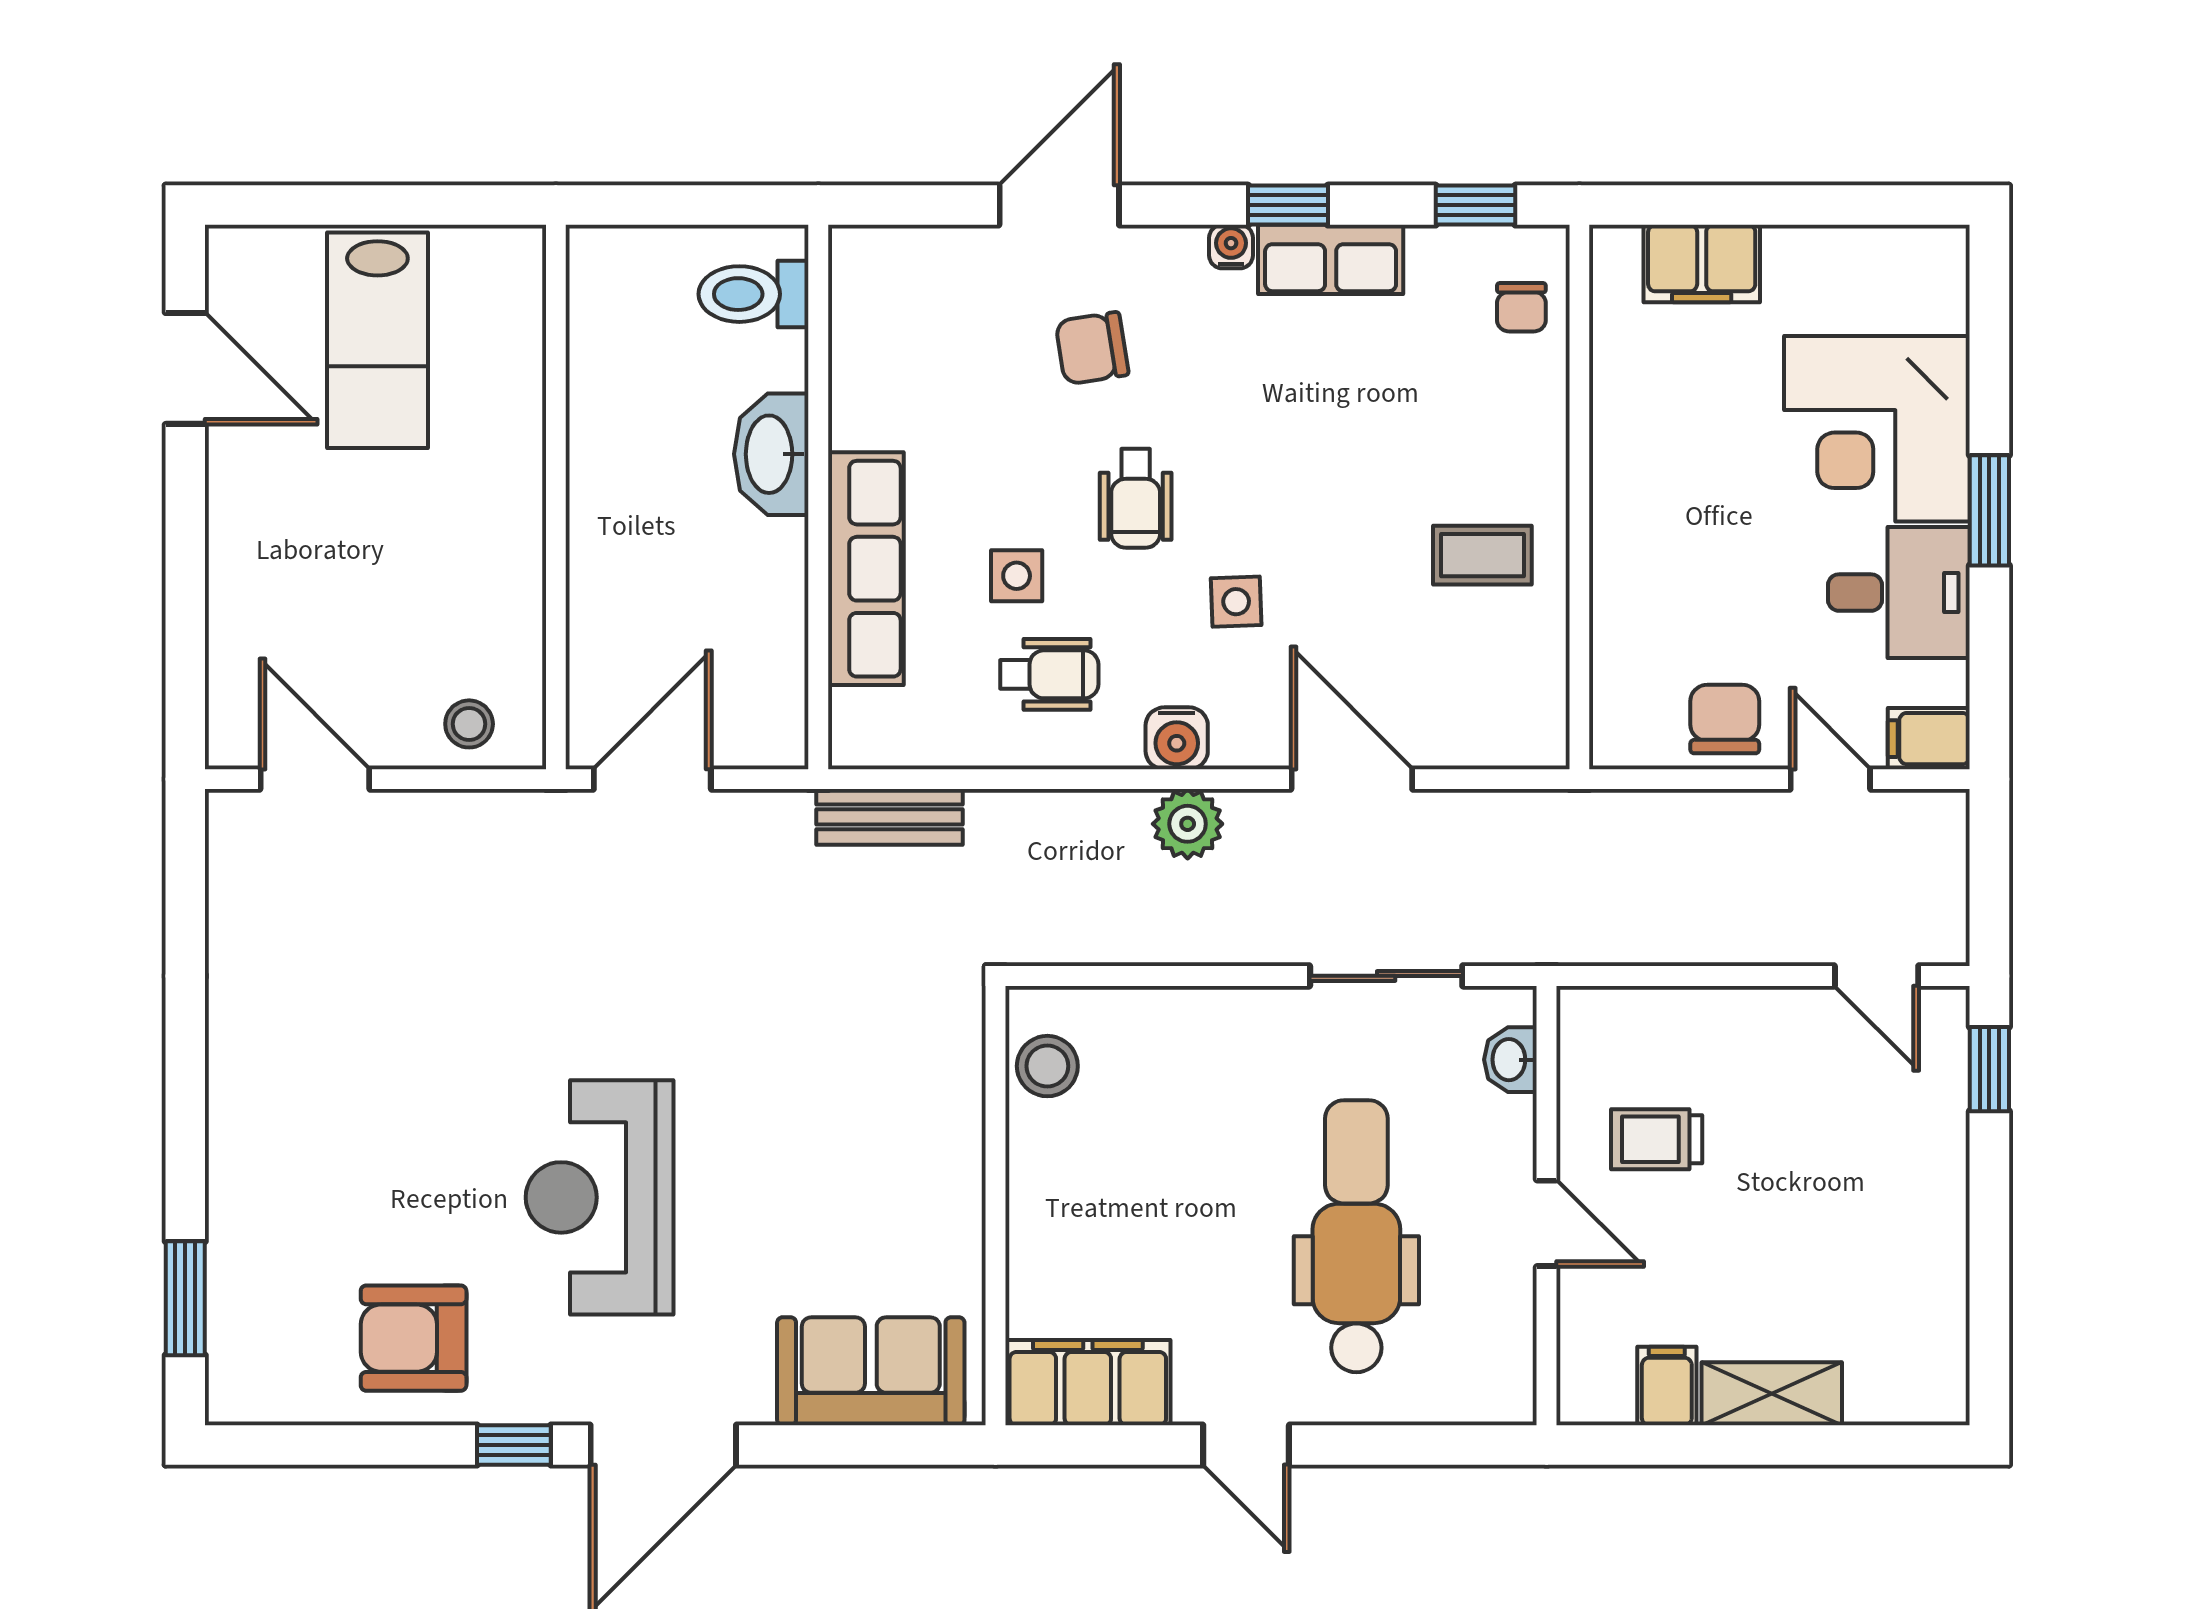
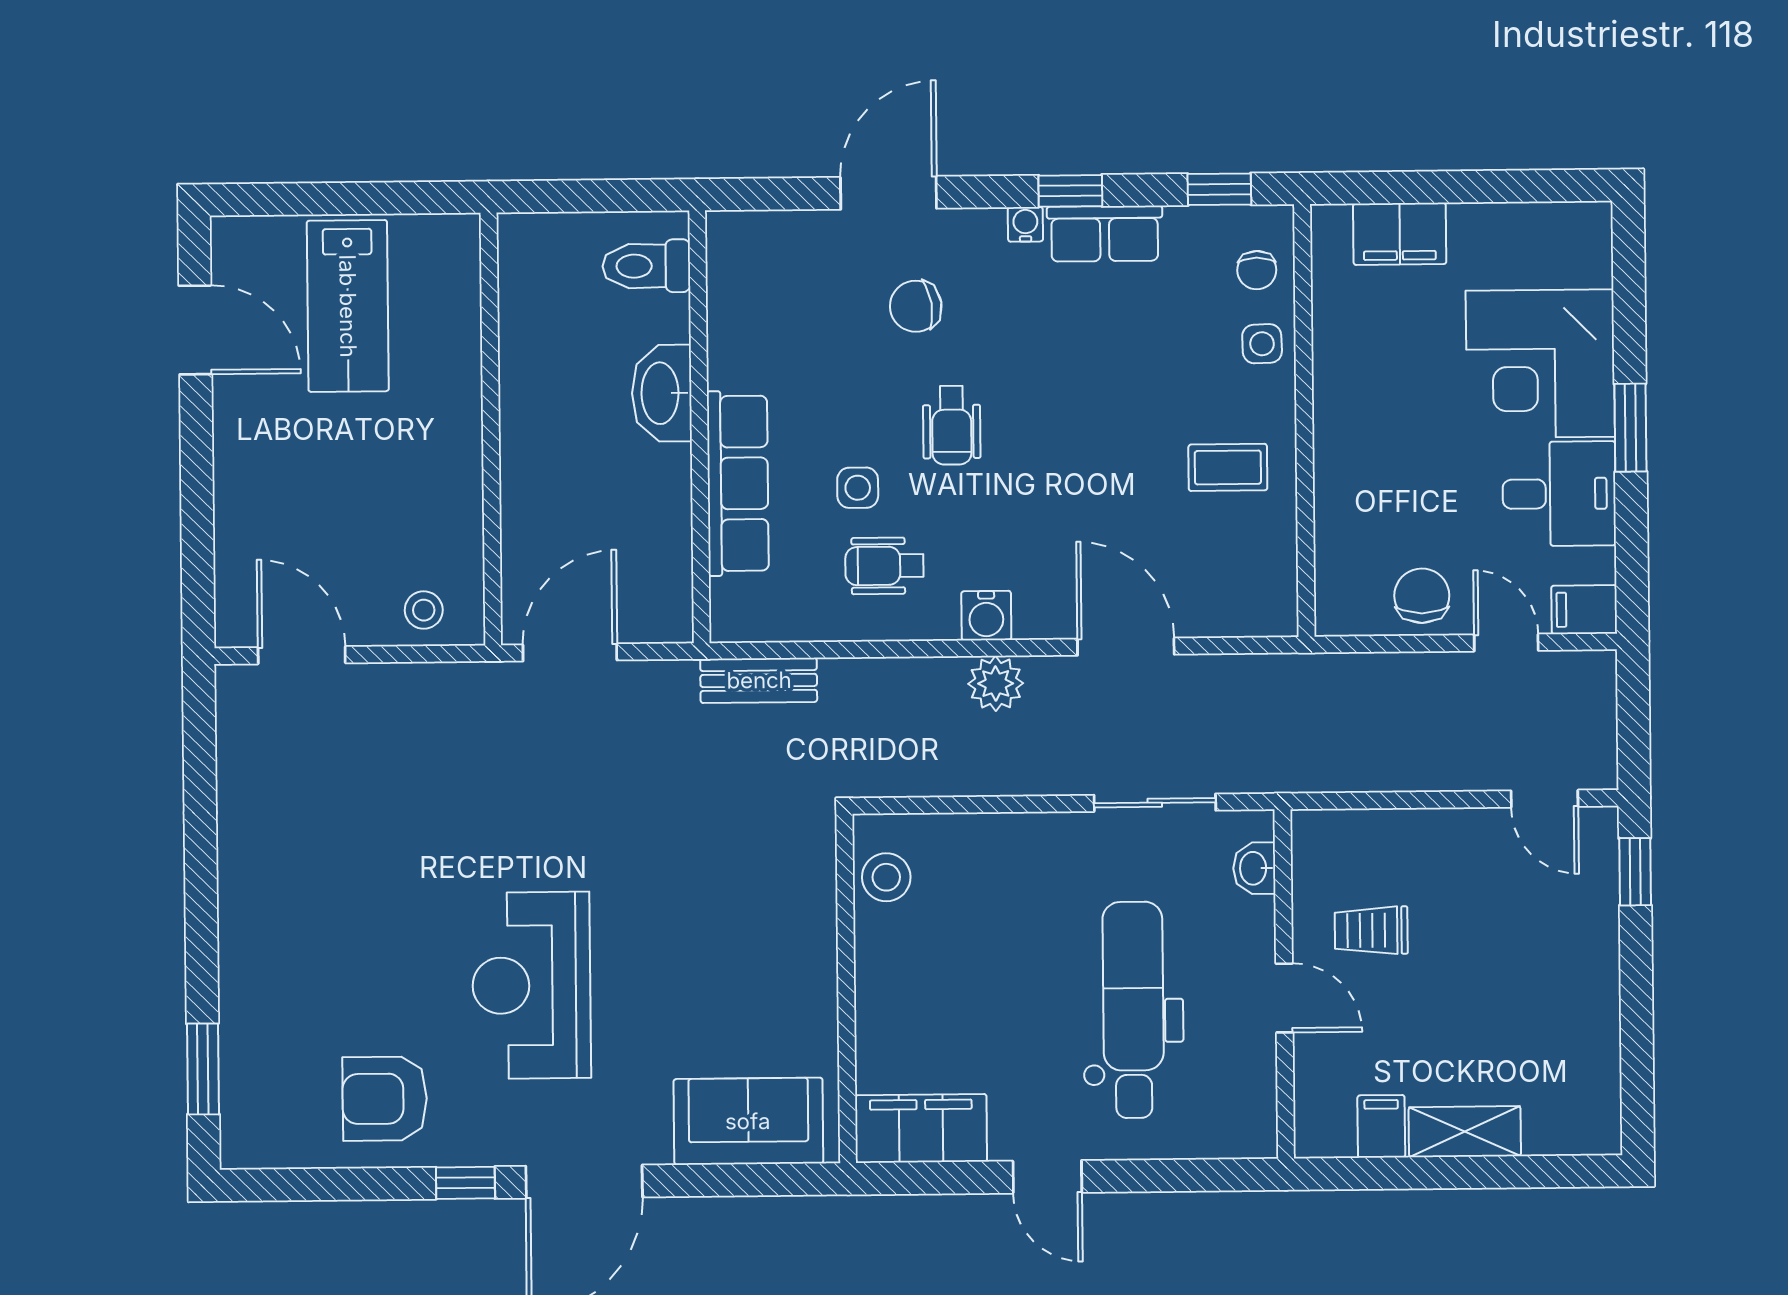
side table: (1236, 602) -> (1262, 344), moved
wheelchair: (1049, 674) -> (884, 566), turned 180

